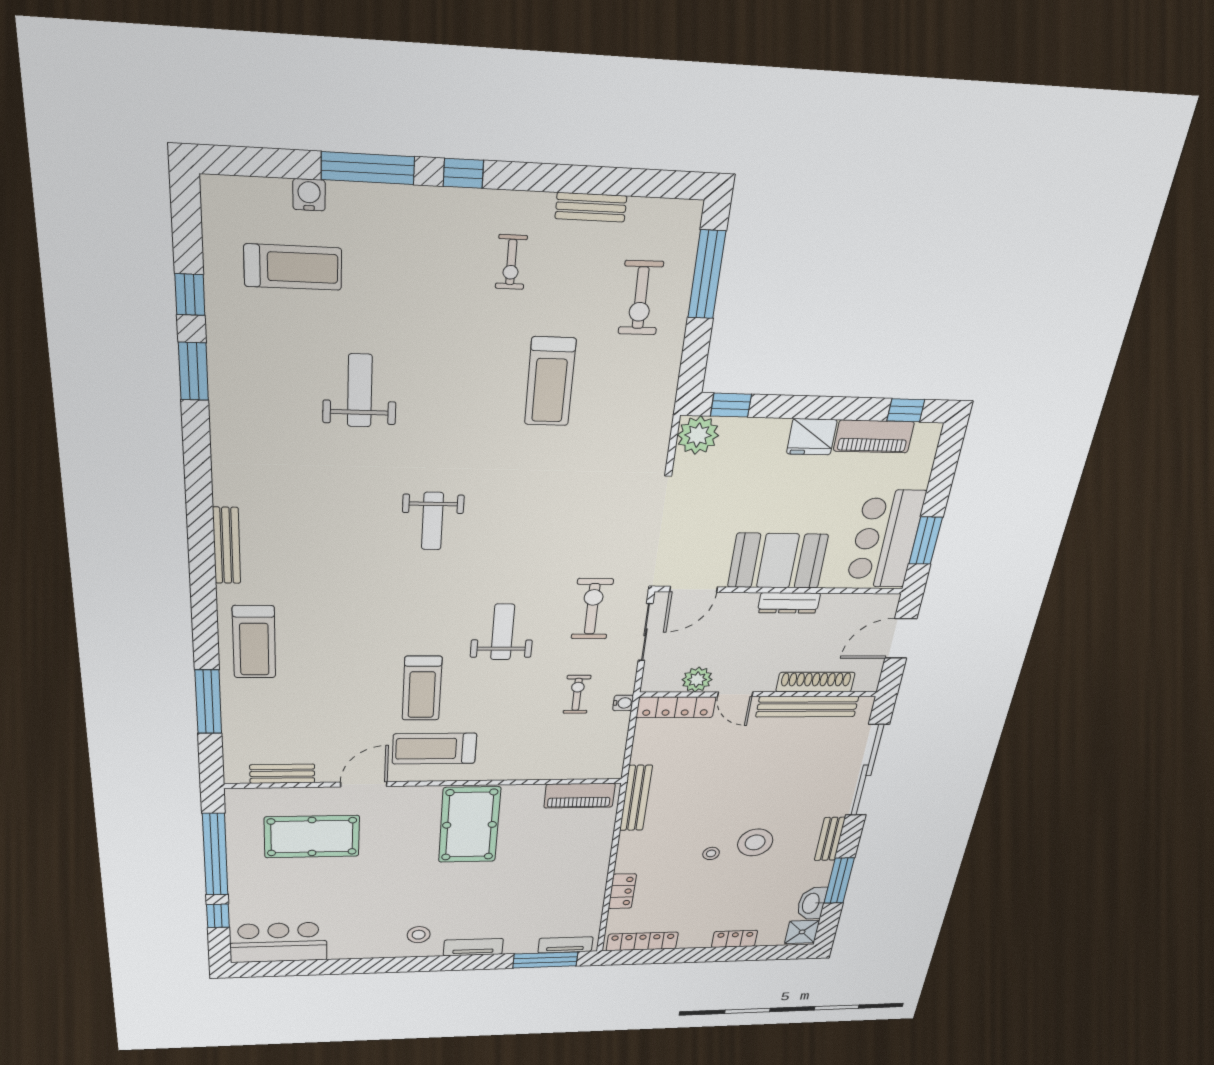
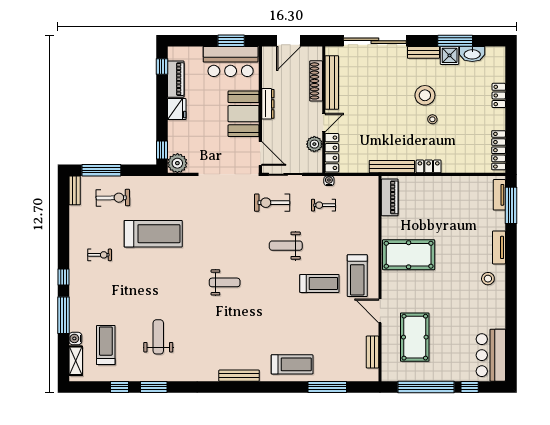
shelving: (252, 193) -> (76, 361), added
bench: (591, 207) -> (75, 190), moved
treadmill: (550, 382) -> (153, 234), width x1.37, depth x1.38
weight bench: (360, 391) -> (158, 337), moved, turned 90
door: (901, 638) -> (289, 41), hinge flipped
locker: (622, 891) -> (429, 166), moved
shower: (802, 932) -> (450, 55), moved

